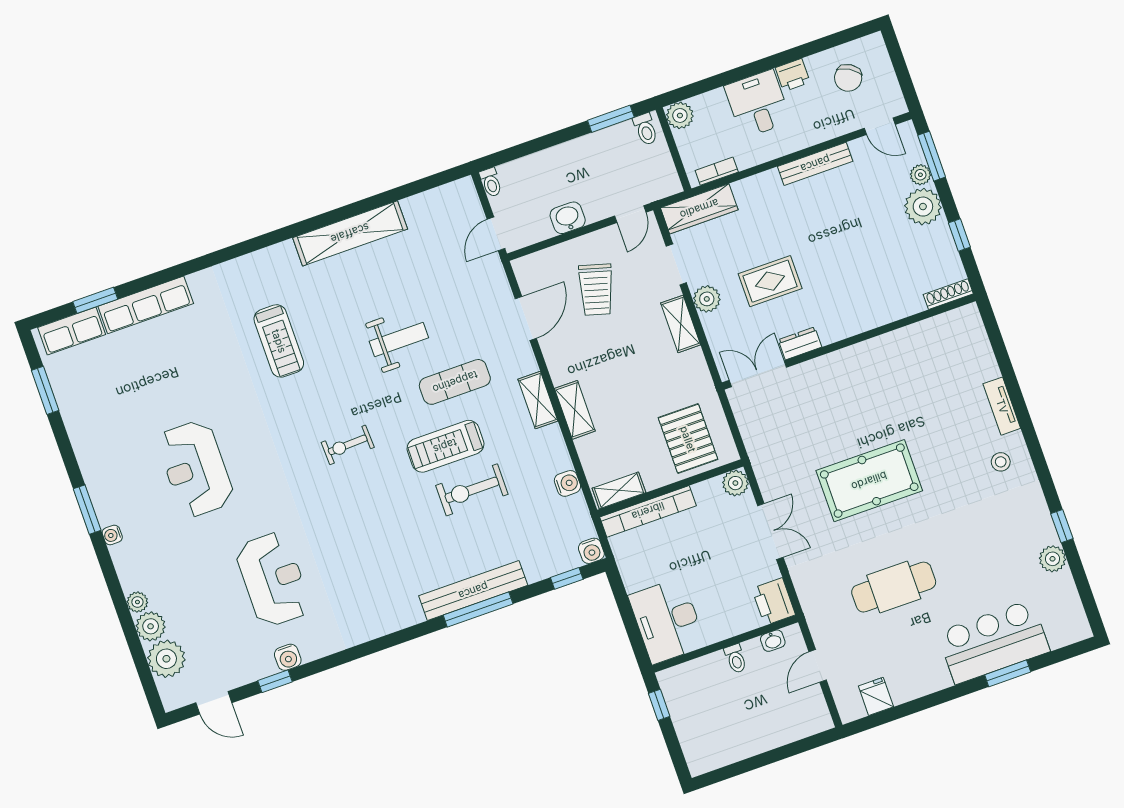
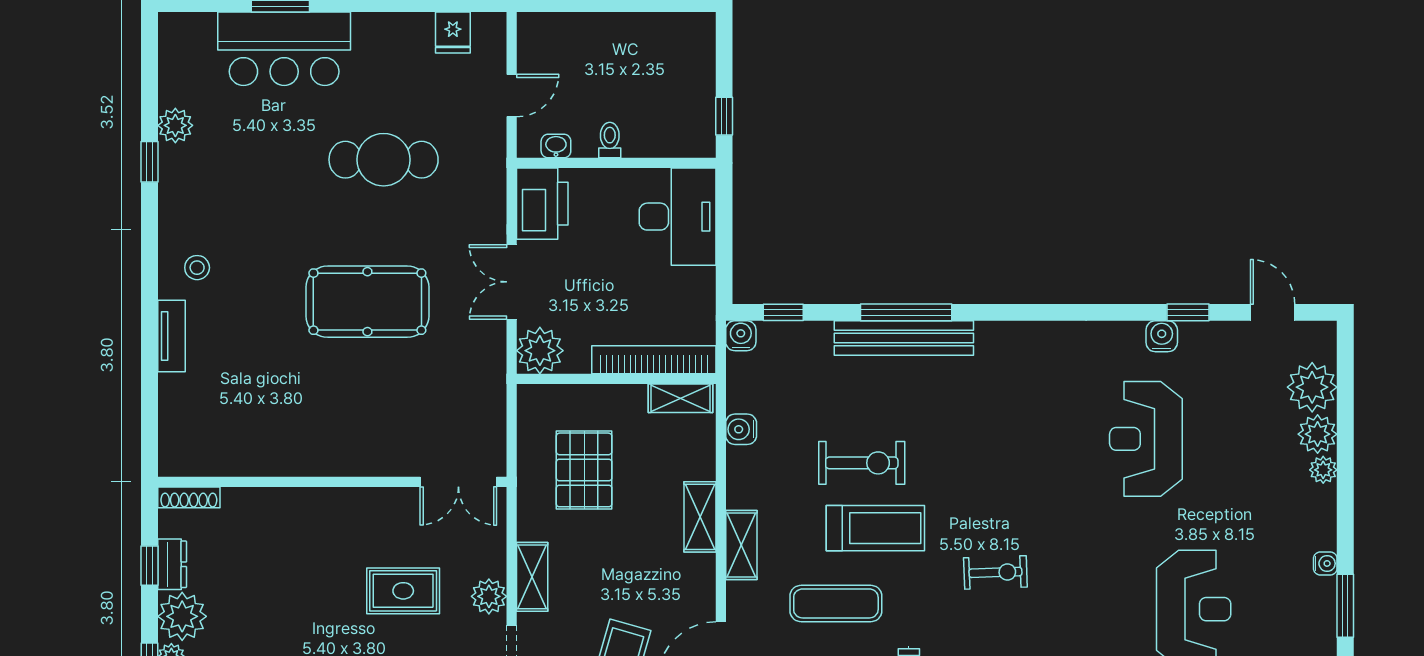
dresser: (800, 343) -> (172, 564), moved, turned -90
pallet: (688, 439) -> (584, 470), moved
plant: (735, 483) -> (540, 351), width x1.36, depth x1.36
printer: (774, 602) -> (542, 204), width x1.37, depth x1.19

